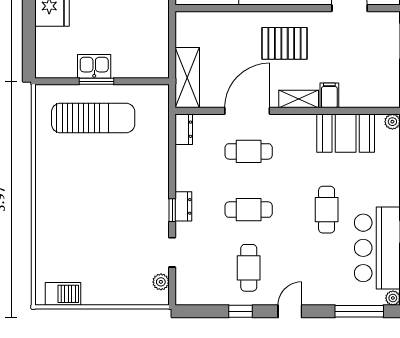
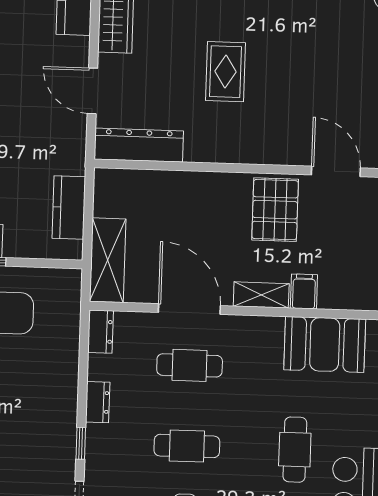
kitchen counter: (158, 41) -> (69, 208), added
pallet: (285, 43) -> (275, 210), moved, turned 90
door: (247, 111) -> (189, 309), hinge flipped
dresser: (183, 206) -> (98, 402), moved

